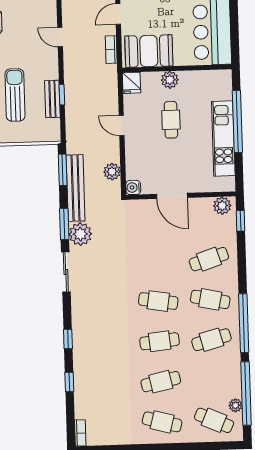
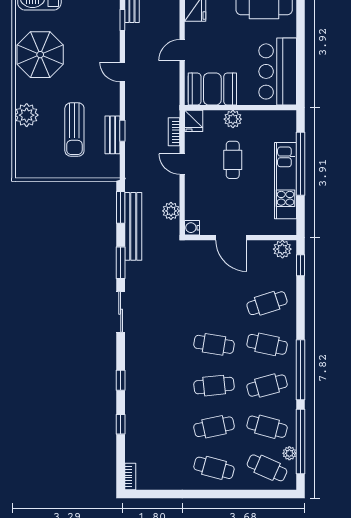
bookcase: (111, 50) -> (174, 132), moved
sun lounger: (15, 95) -> (74, 129), turned 180
plant: (80, 234) -> (137, 274), removed
cafe table: (213, 380) -> (267, 427), added

